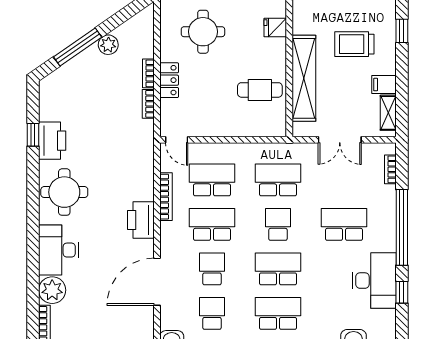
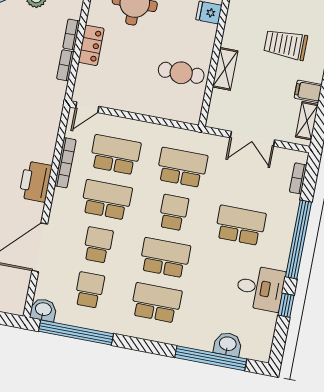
shelving: (304, 78) -> (225, 69), width x0.45, depth x0.75
door: (177, 140) -> (87, 107), hinge flipped
desk: (374, 281) -> (260, 288), width x0.73

